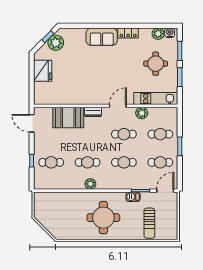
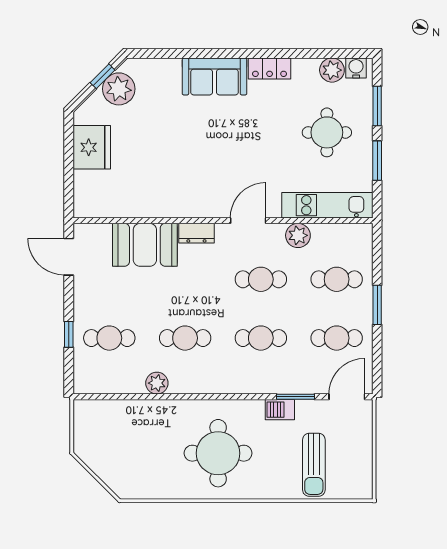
plant: (90, 184) -> (157, 383), moved

